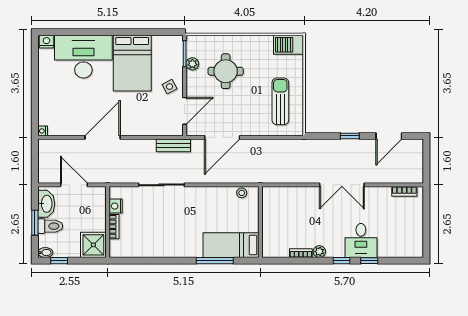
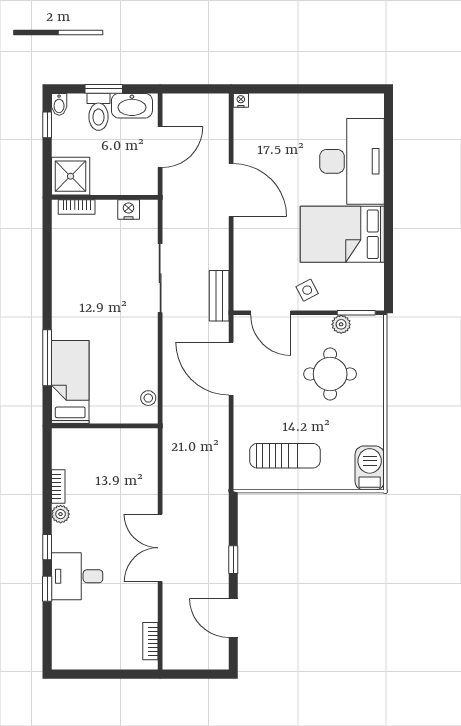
nightstand: (46, 42) -> (374, 106), removed
bookcase: (114, 227) -> (77, 207), moved

